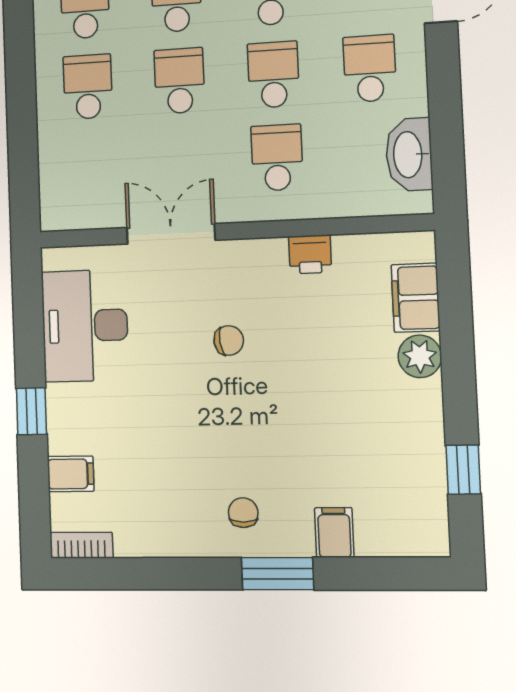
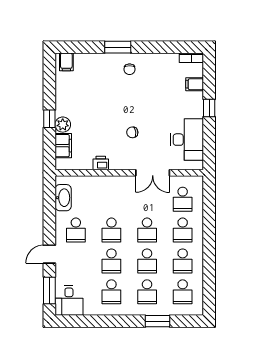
school desk: (277, 158) -> (183, 199), moved
window: (463, 470) -> (49, 119), moved
filing cabinet: (334, 533) -> (66, 62), moved

